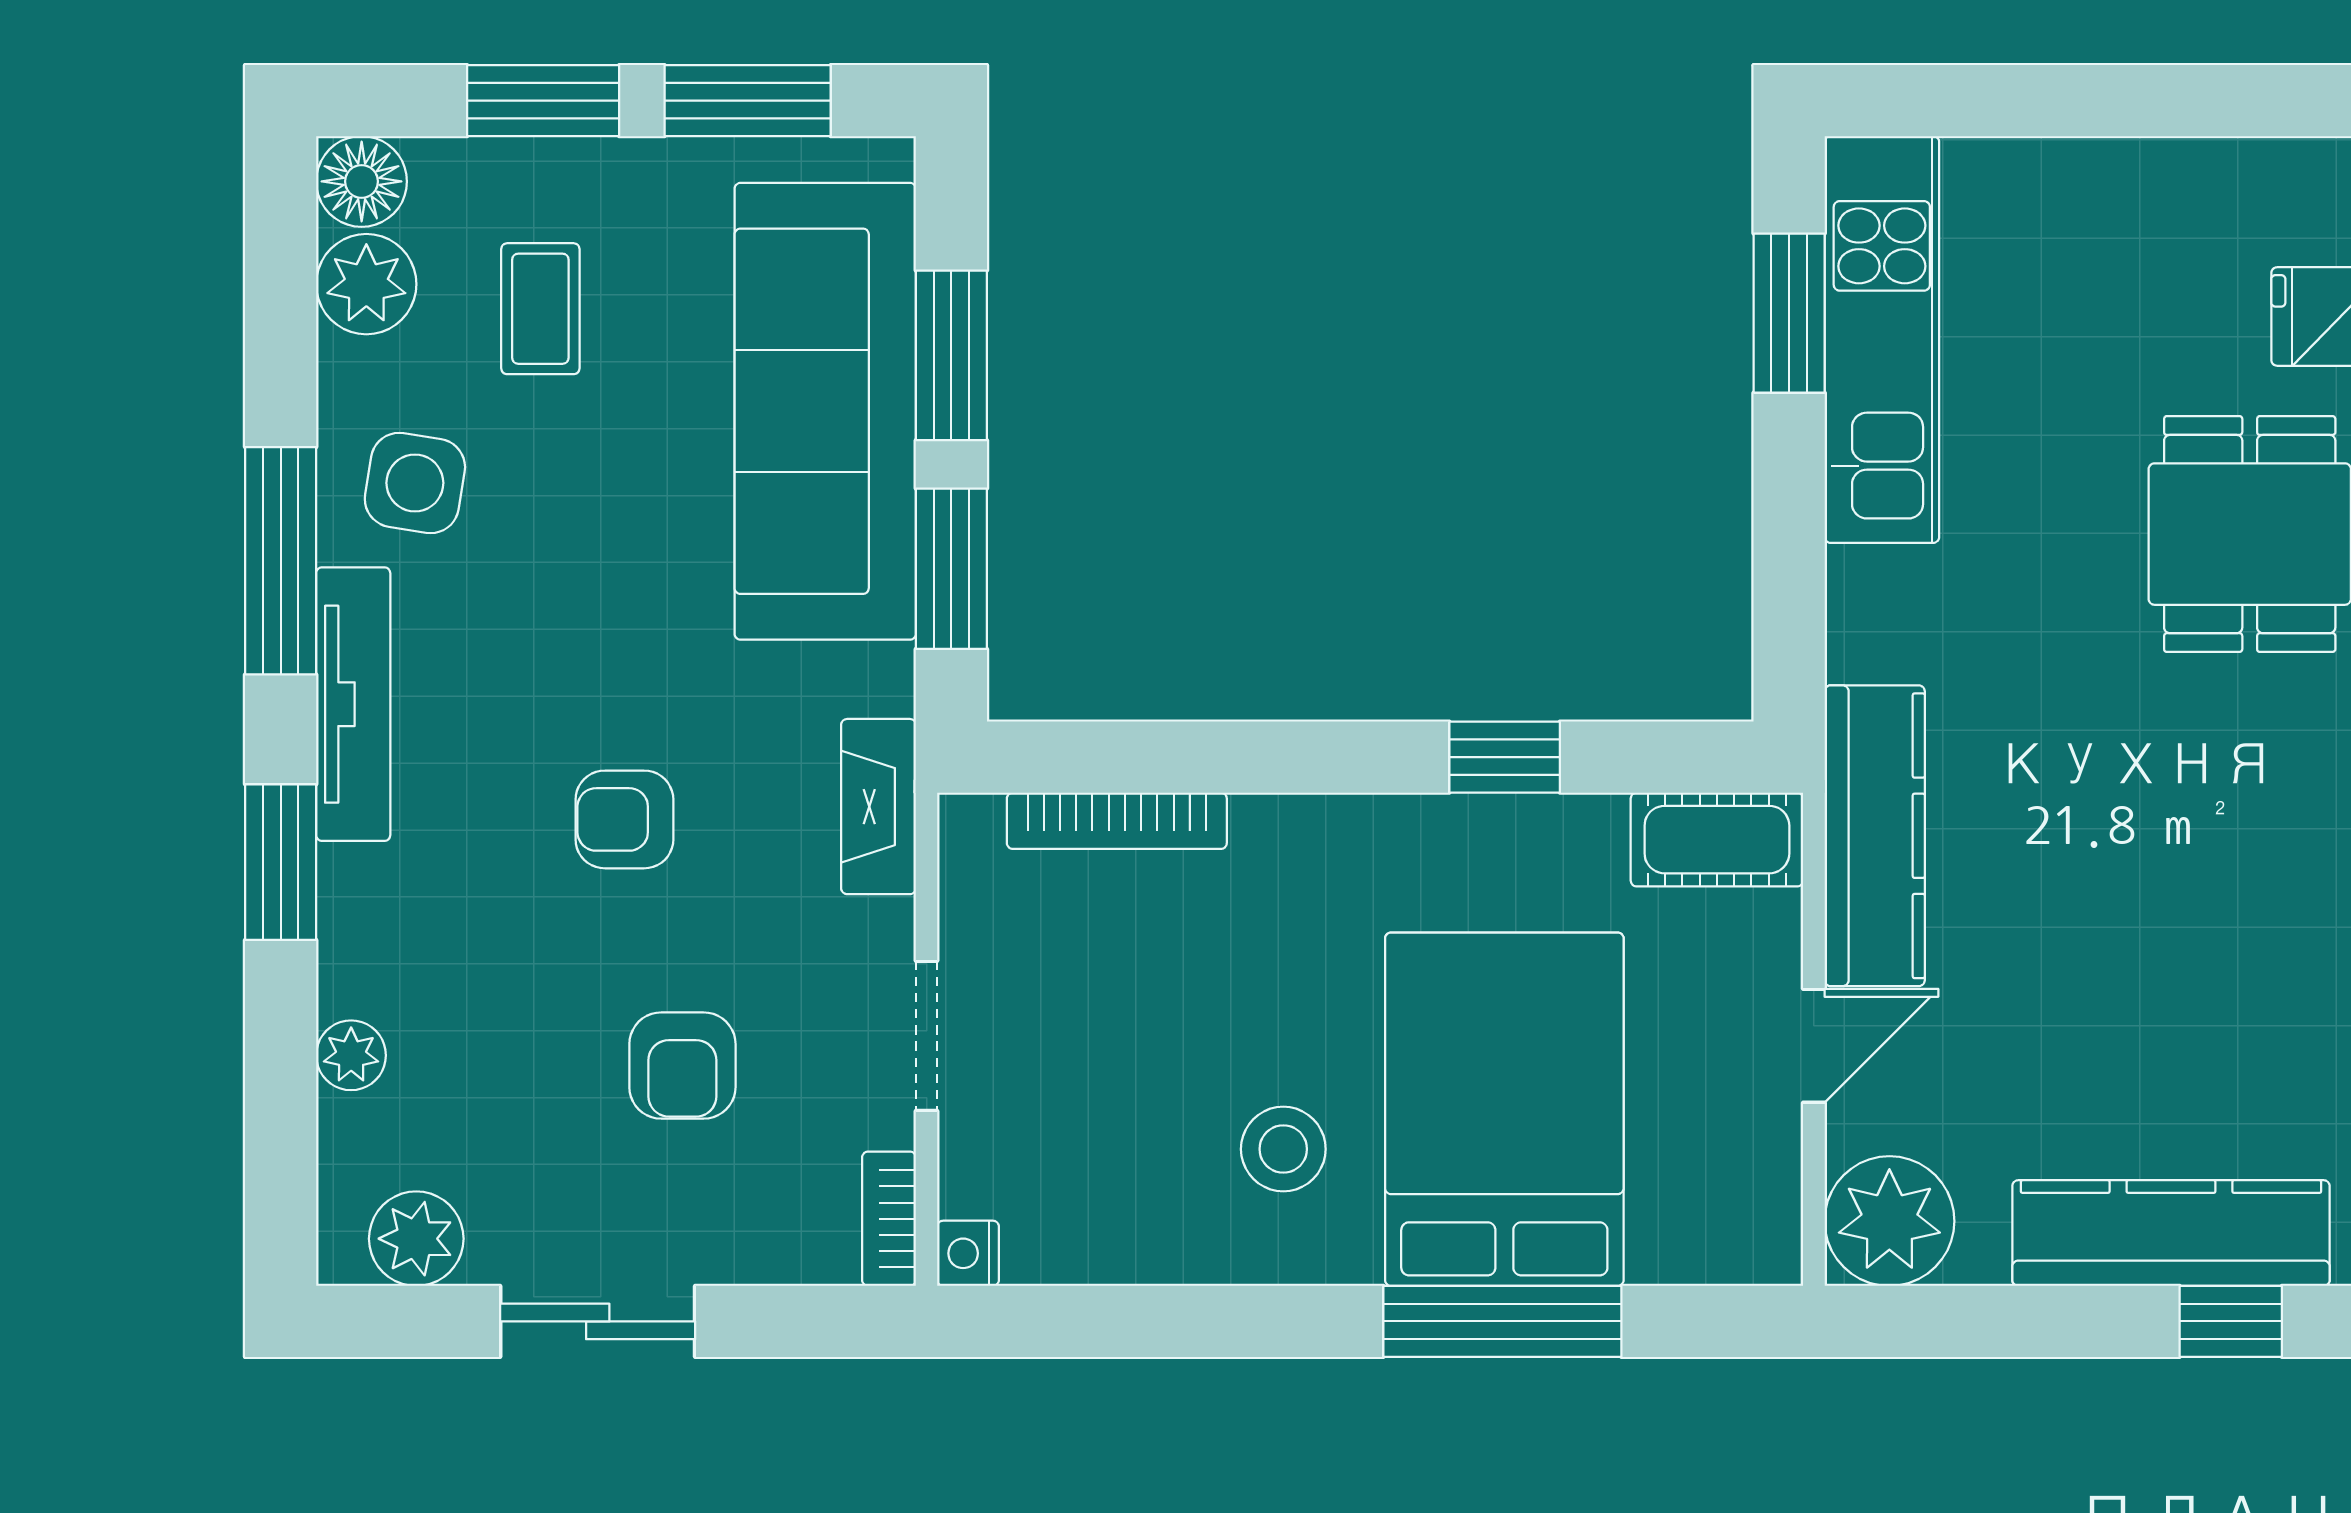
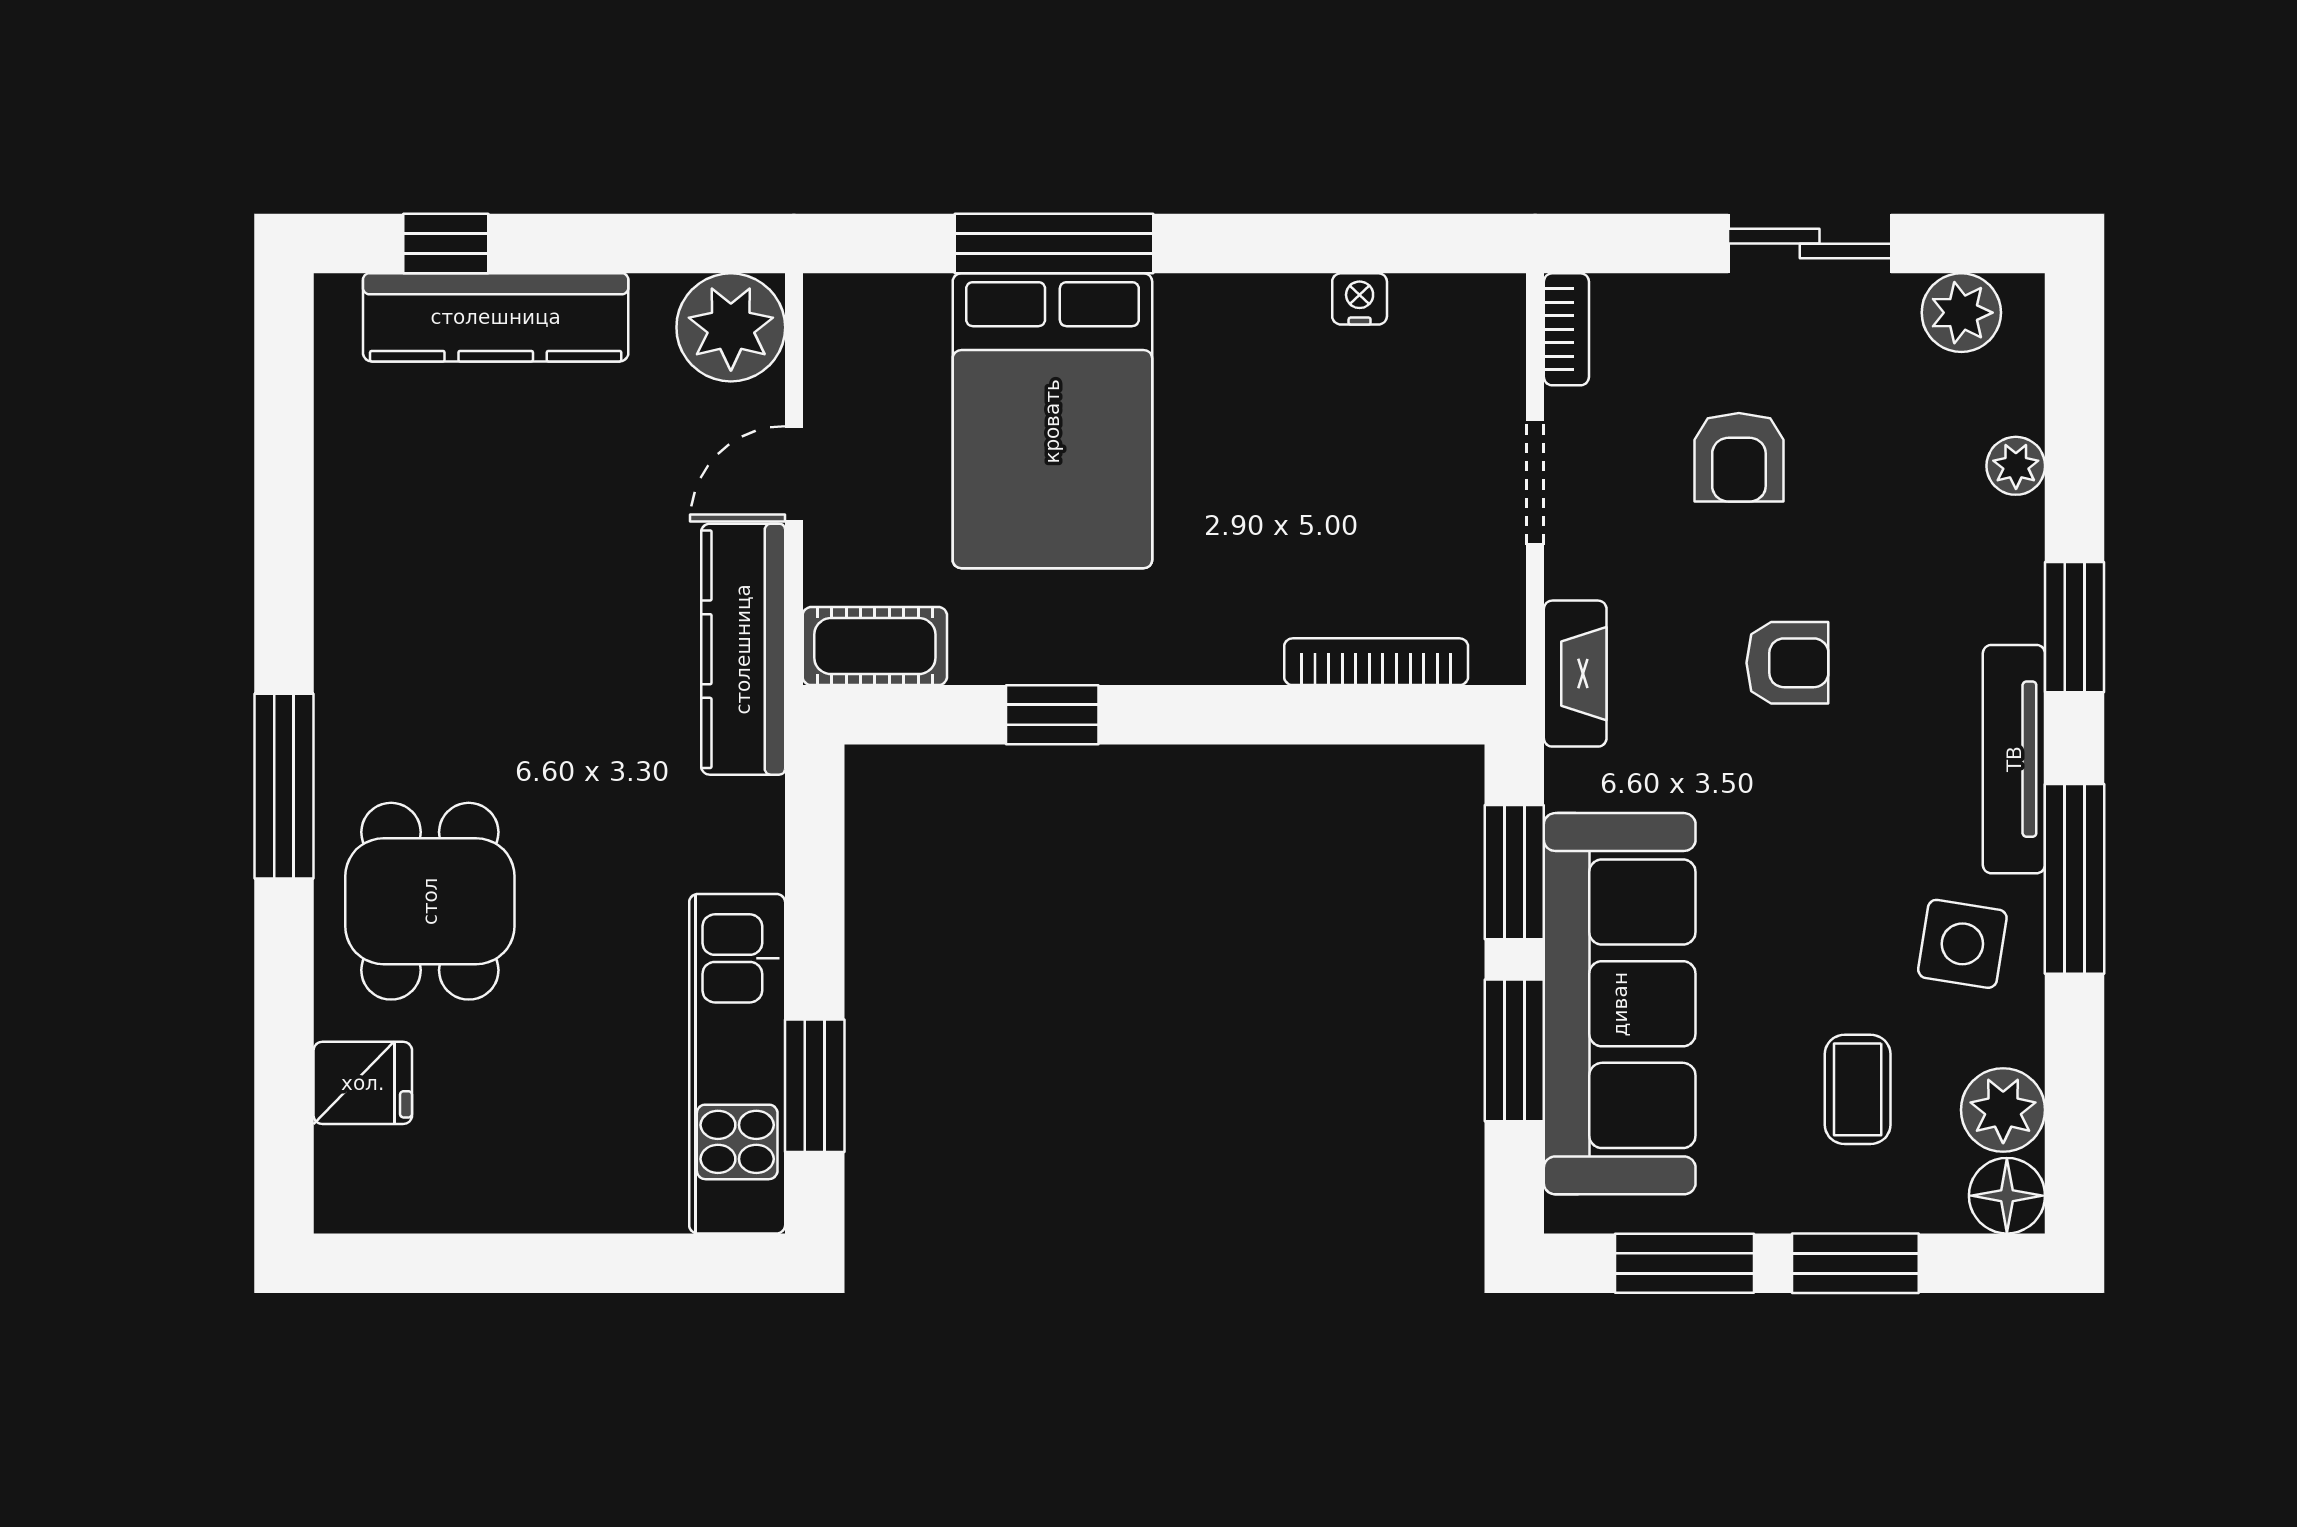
armchair: (682, 1066) -> (1739, 457), turned 180
stool: (1283, 1149) -> (1237, 388), removed
nightstand: (968, 1253) -> (1360, 299), moved, turned -90

